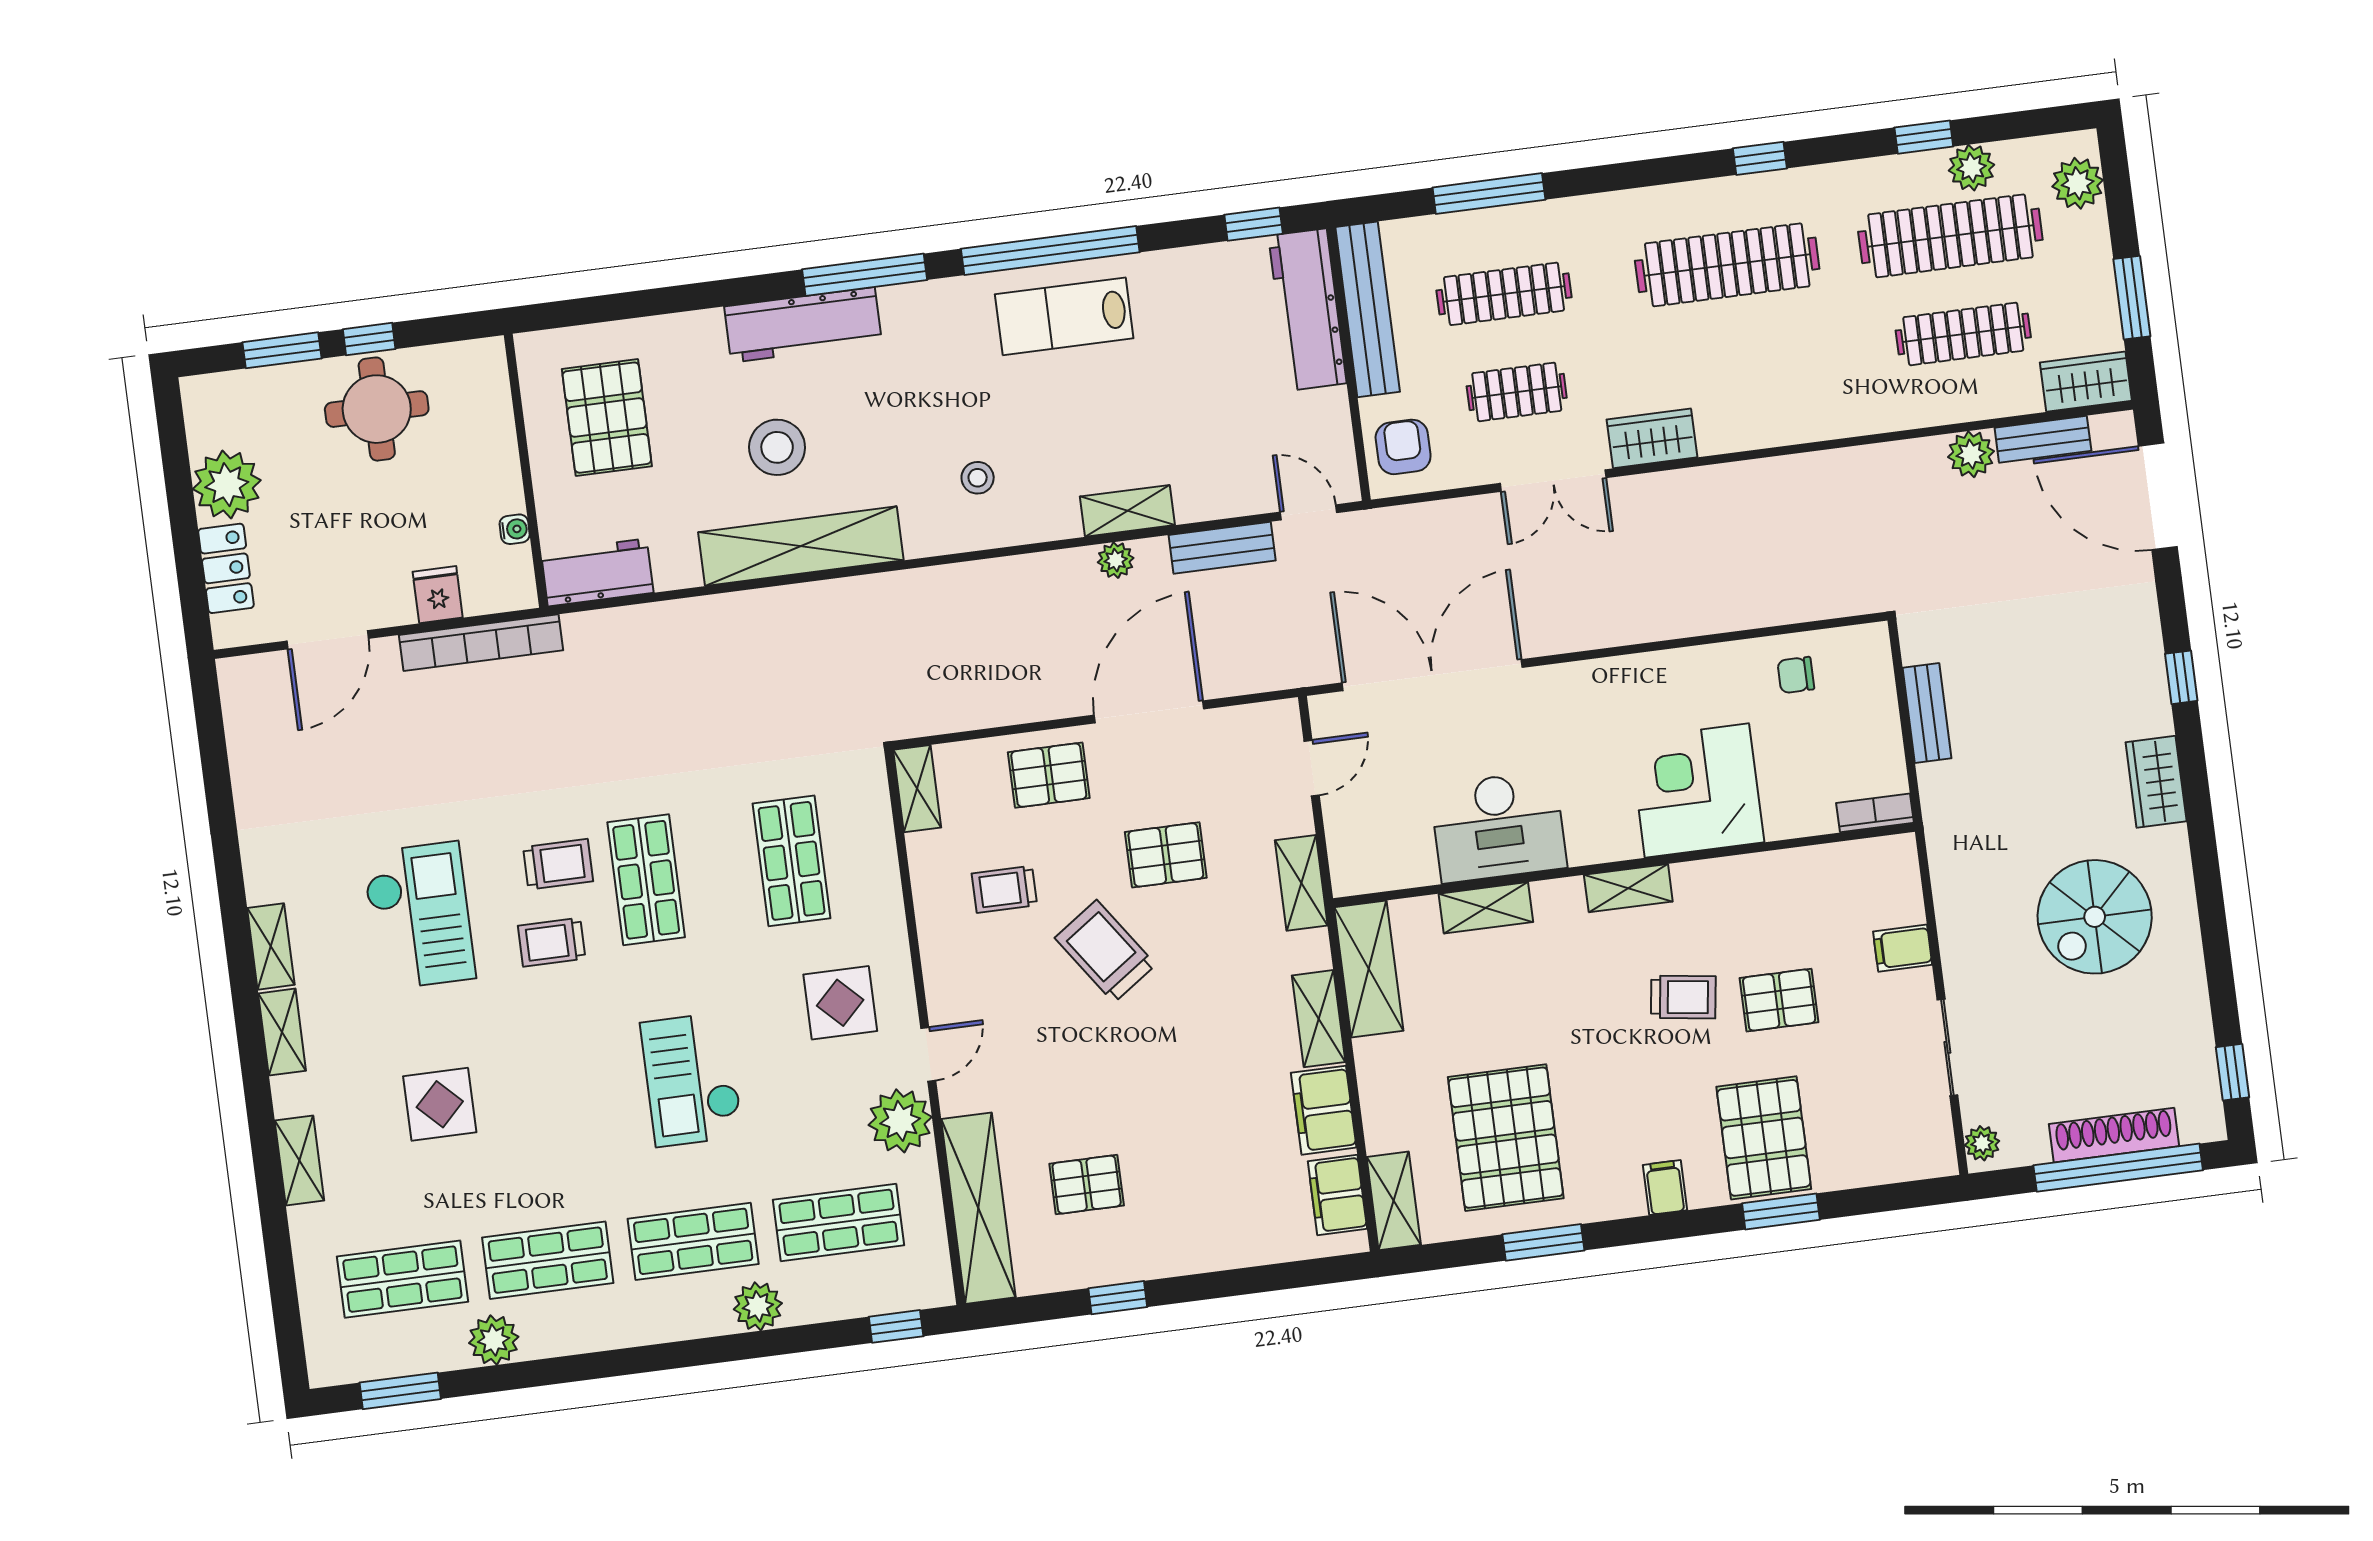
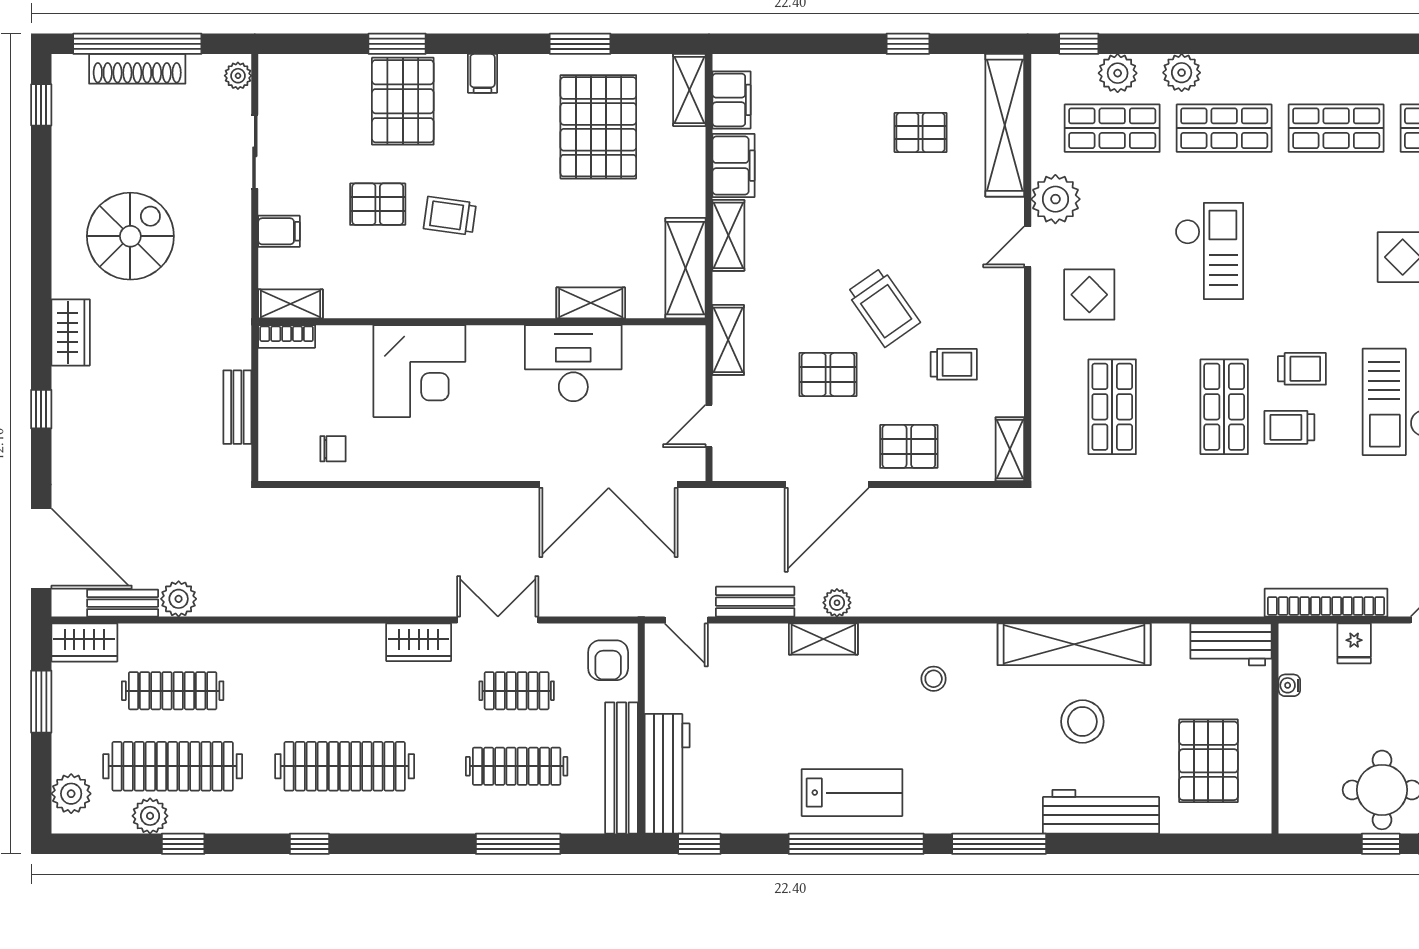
workbench: (803, 325) -> (1101, 812), moved
shelving: (1628, 888) -> (290, 304), moved
plant: (494, 1340) -> (1118, 73), moved

